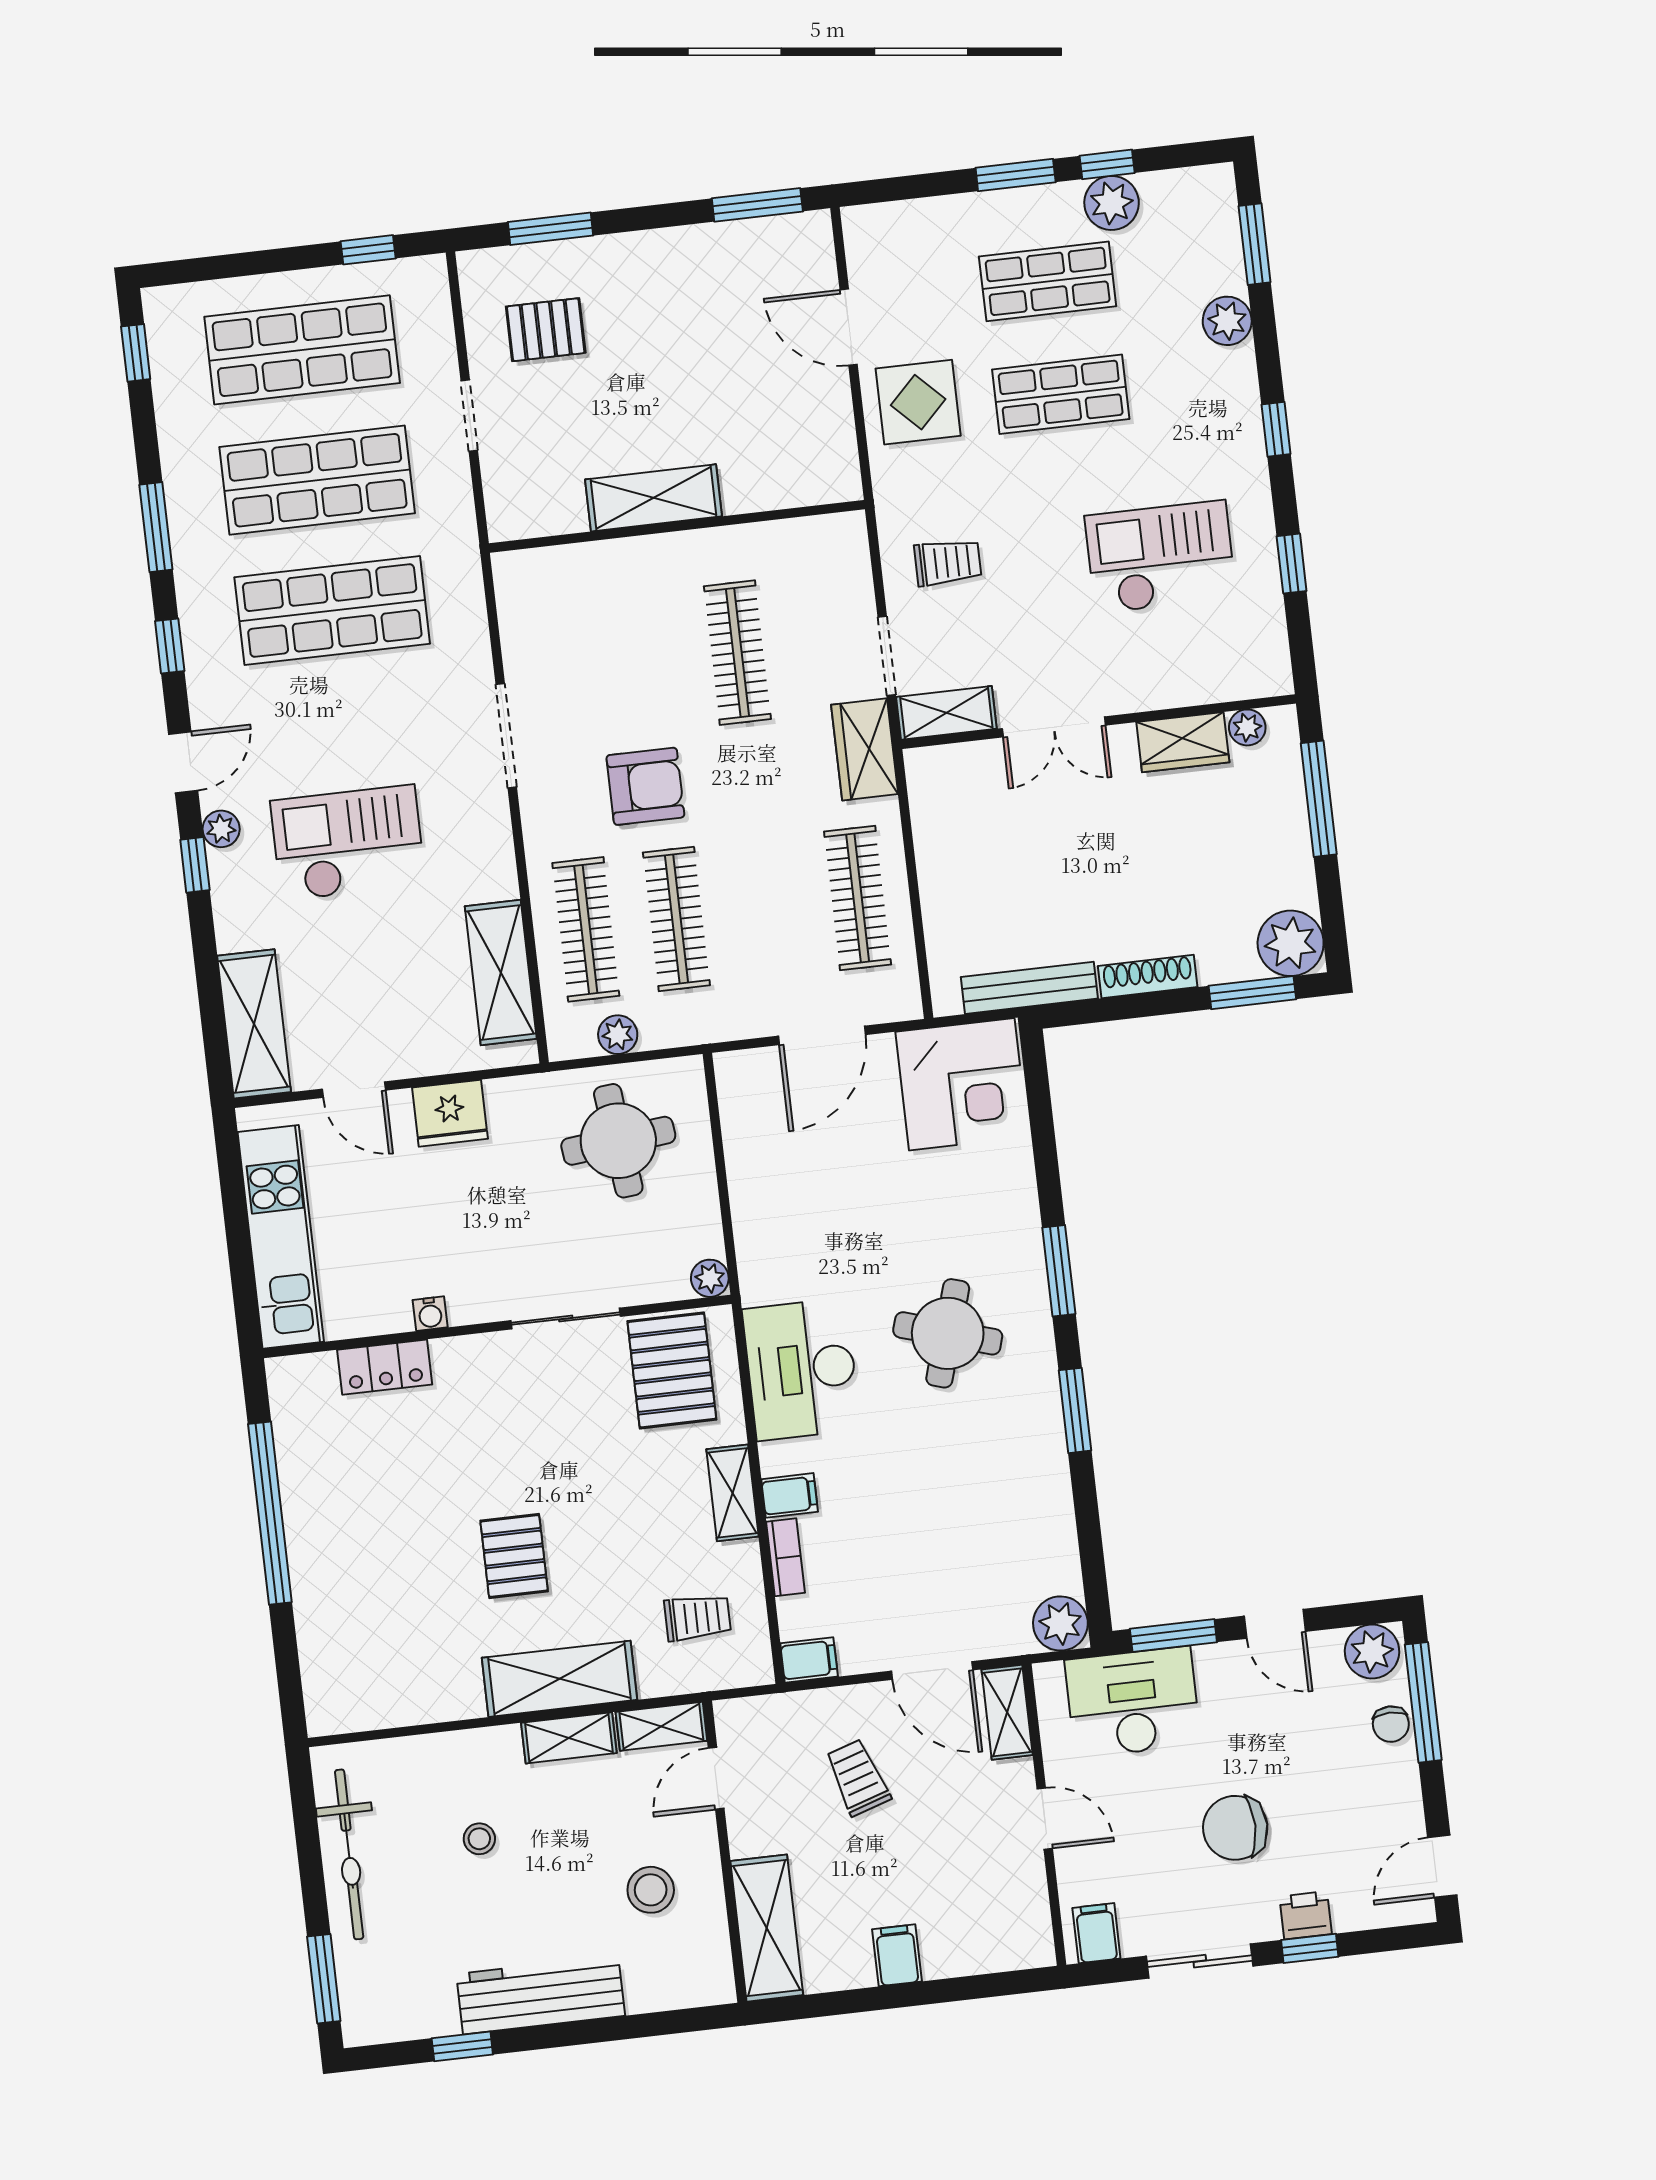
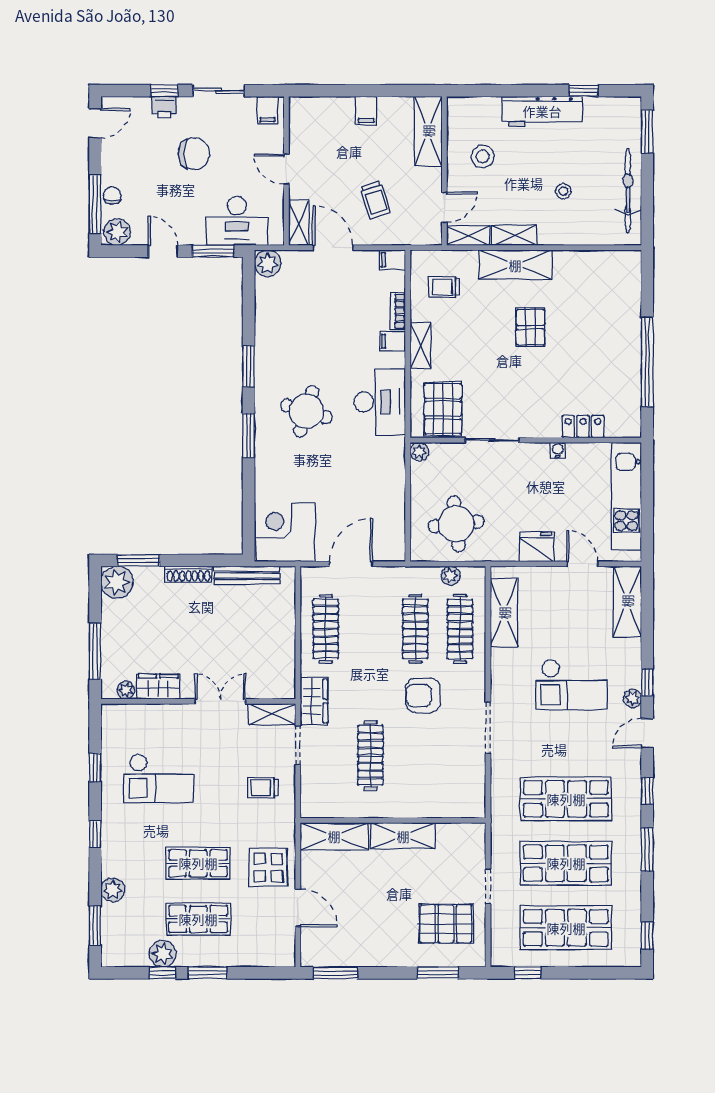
pallet: (546, 330) -> (446, 924), width x1.50, depth x1.42
shelving: (792, 480) -> (334, 836), added

